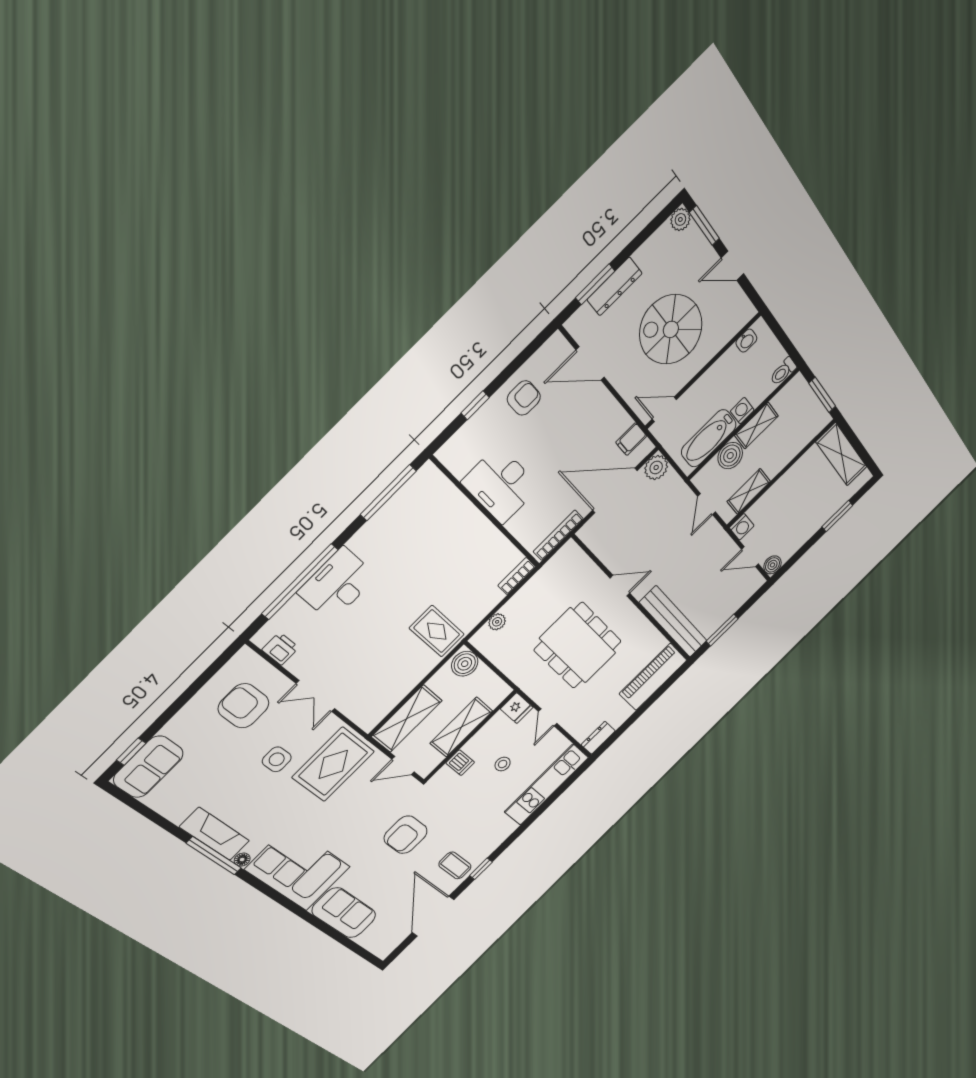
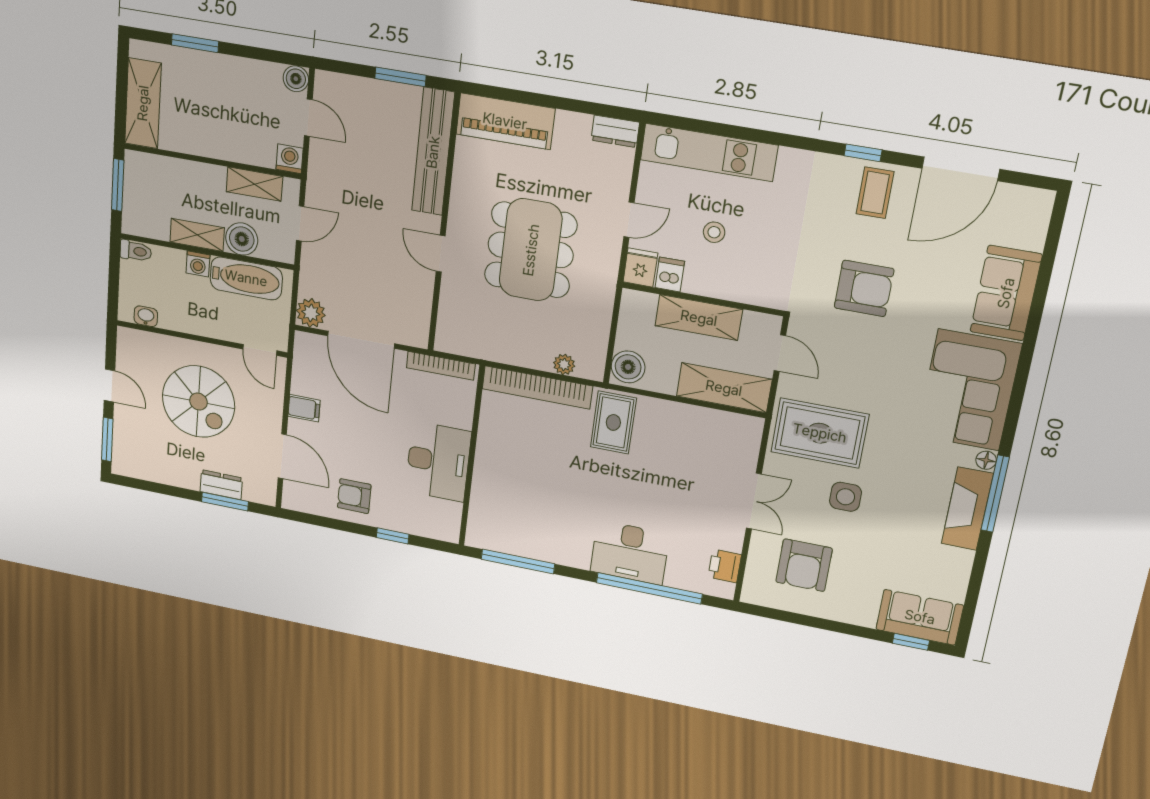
plant: (680, 219) -> (122, 465), removed
dresser: (615, 286) -> (221, 485), width x0.70
filing cabinet: (631, 439) -> (304, 408), moved
bookcase: (517, 576) -> (537, 387), width x2.31, depth x1.31
dishwasher: (460, 763) -> (670, 275), moved

